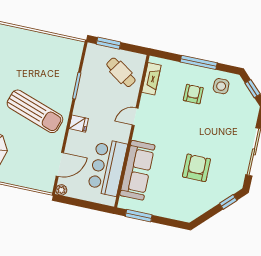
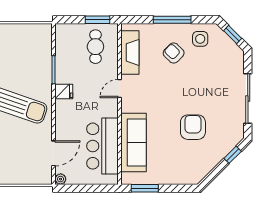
window: (109, 43) -> (98, 20), moved
cafe table: (121, 72) -> (95, 47), turned 56
fireplace: (151, 79) -> (130, 52), width x1.37, depth x1.32
armchair: (193, 94) -> (174, 53), turned -46
fridge: (79, 124) -> (64, 92), moved

